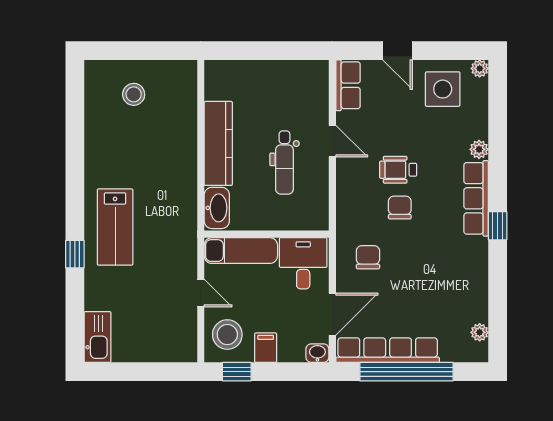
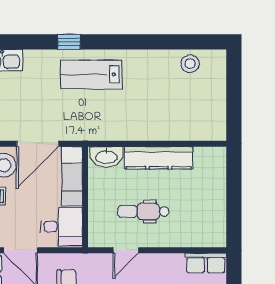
stool: (134, 94) -> (190, 64), moved
door: (332, 141) -> (126, 250), moved
door: (201, 293) -> (38, 144), width x1.88

